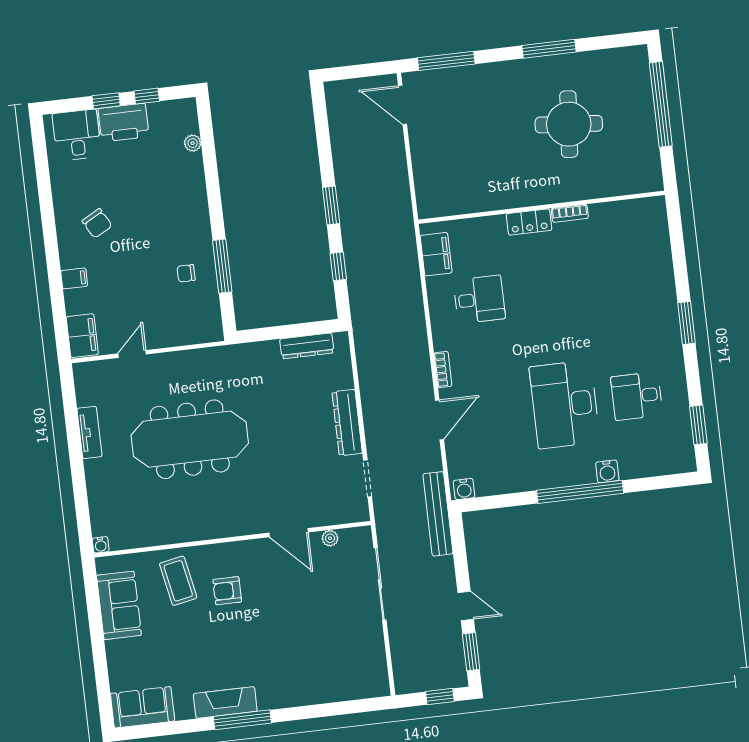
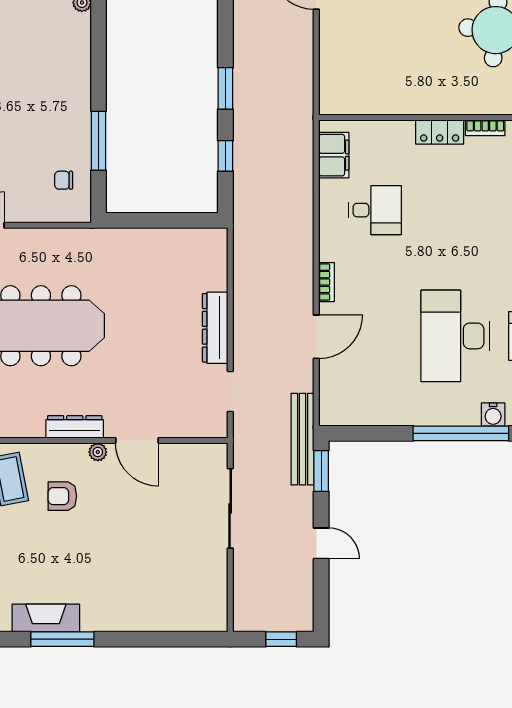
chair: (186, 273) -> (64, 180), moved
dresser: (307, 346) -> (75, 427), moved, turned 180
water cooler: (464, 489) -> (334, 415), removed
plant: (330, 538) -> (98, 452), moved
window: (471, 652) -> (321, 471), moved

